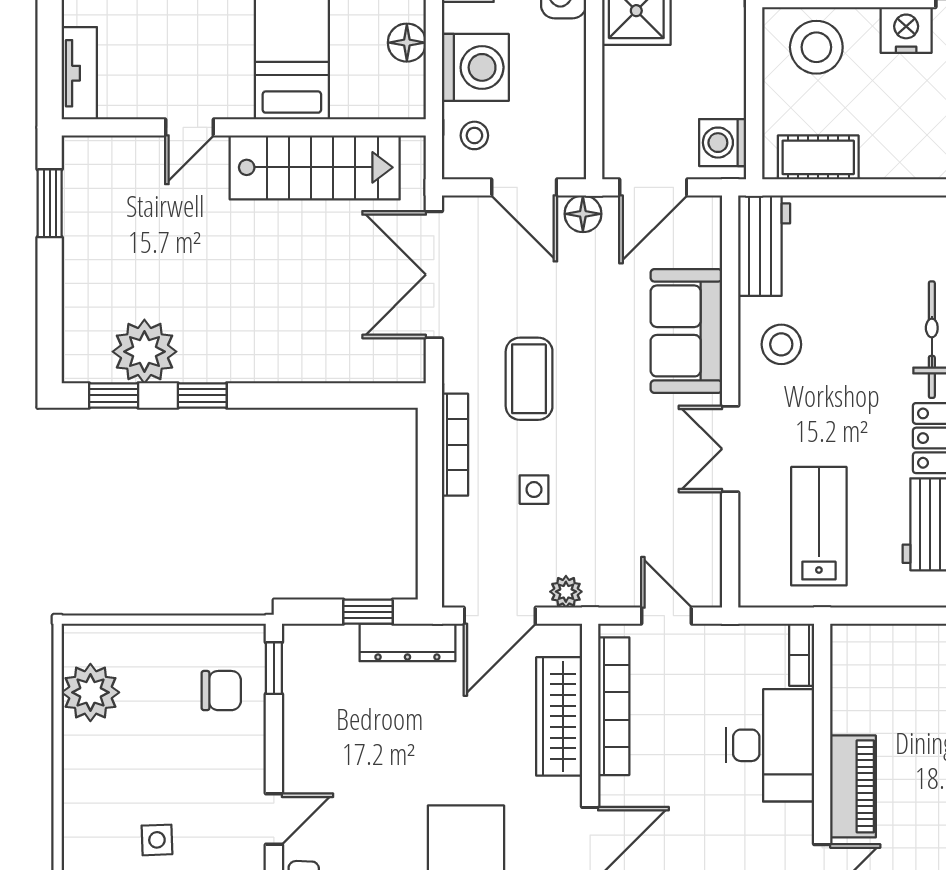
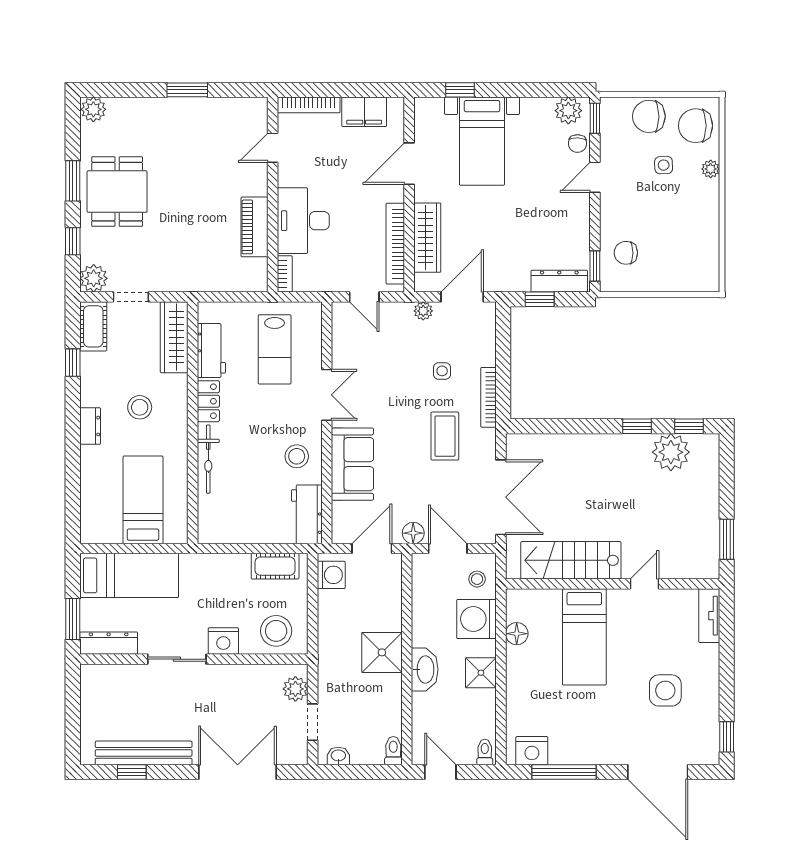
dresser: (407, 642) -> (559, 281), moved
plant: (90, 692) -> (711, 169), moved, width x0.53, depth x0.53
piano: (853, 786) -> (255, 227), moved

